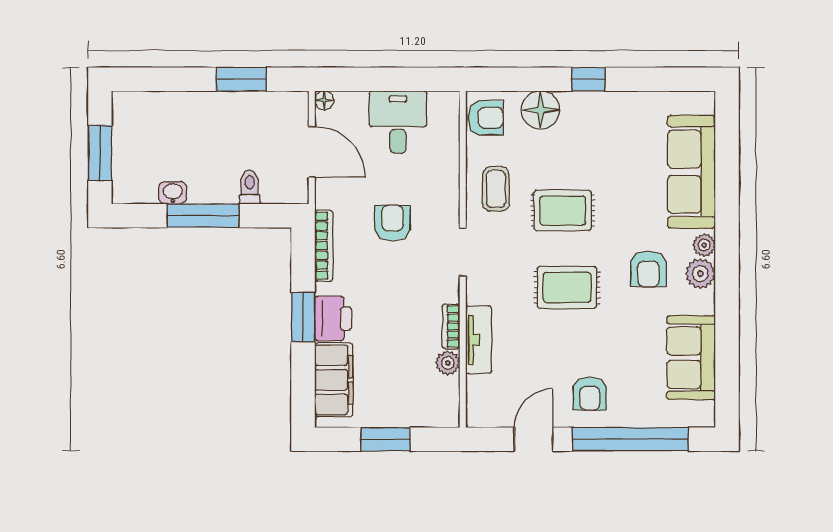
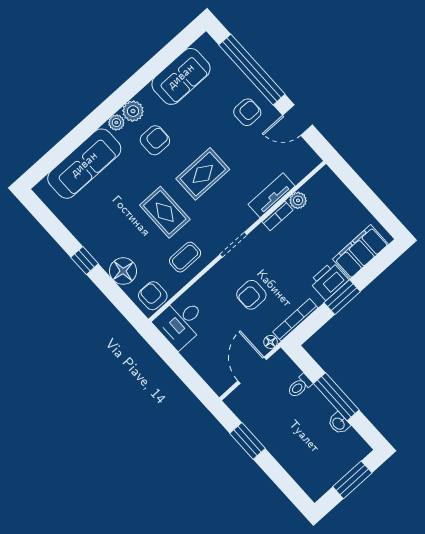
floor lamp: (324, 100) -> (271, 342), moved
desk: (398, 122) -> (181, 322), moved
rug: (567, 287) -> (203, 174), turned 90
window: (386, 439) -> (367, 197), removed

